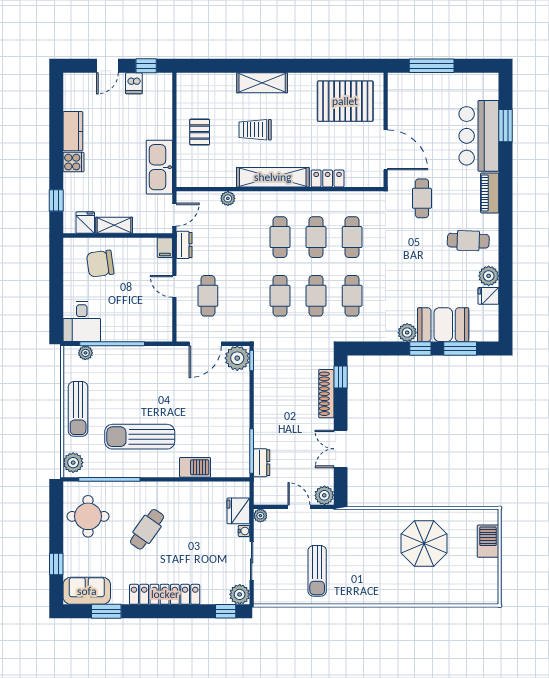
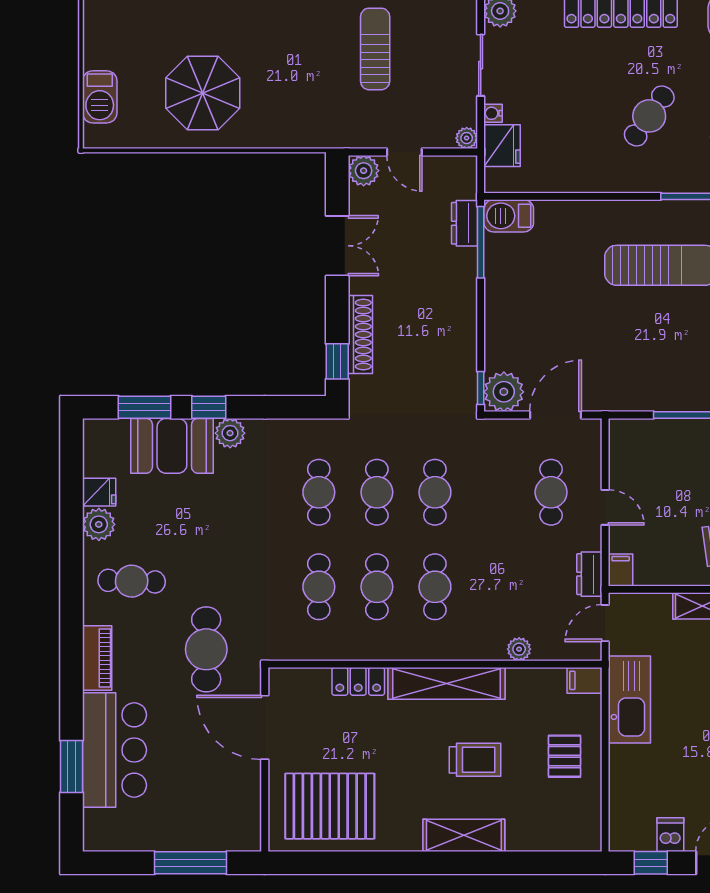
filing cabinet: (187, 179) -> (584, 680), added
cafe table: (422, 198) -> (206, 649), width x1.37, depth x1.35
barbecue: (195, 467) -> (509, 216), moved

